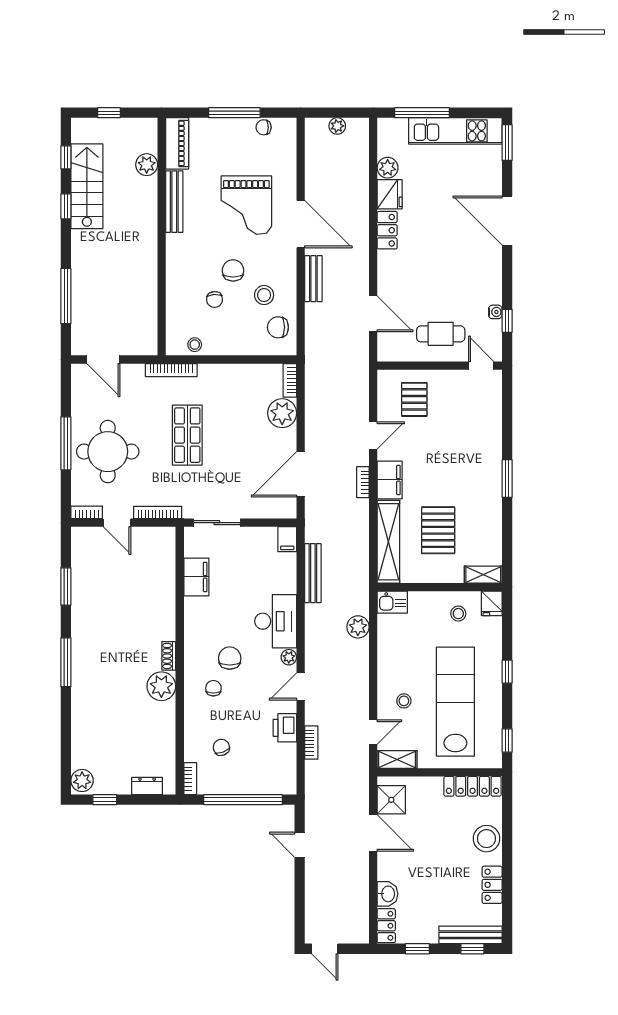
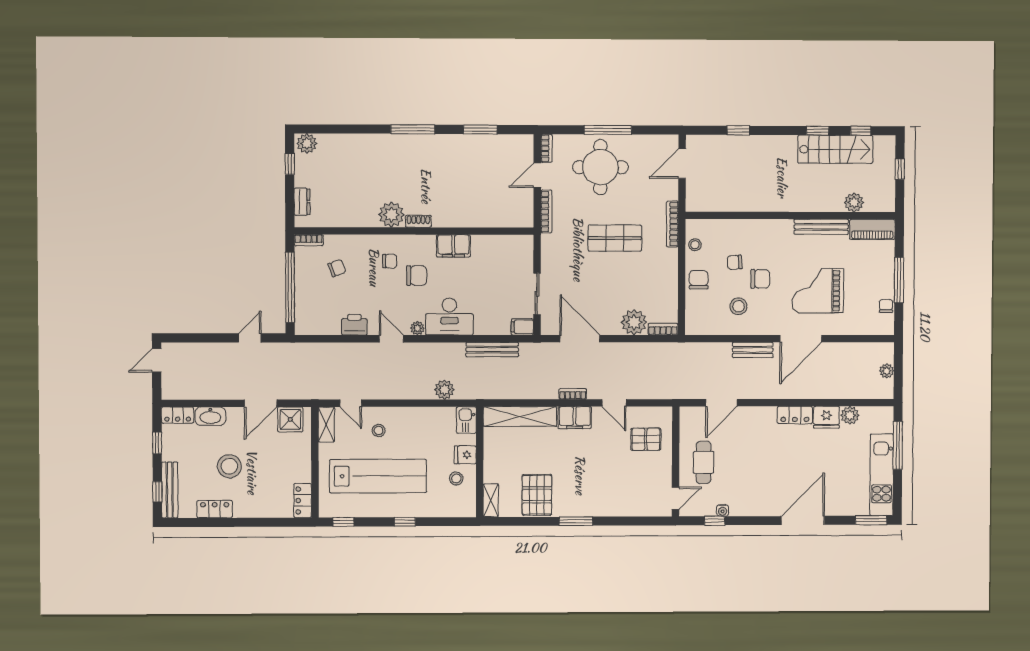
window: (66, 296) -> (738, 130), width x0.46
chair: (278, 327) -> (699, 280), moved
sliding door: (217, 523) -> (537, 294), moved
pallet: (438, 530) -> (537, 495), moved, turned 90
filing cabinet: (196, 577) -> (453, 246), moved
fridge: (492, 603) -> (465, 455), moved
bookcase: (311, 743) -> (341, 348), removed
locker: (473, 786) -> (303, 501), width x0.66
stool: (486, 839) -> (229, 466), moved
washbasin: (387, 894) -> (210, 416), width x1.38

